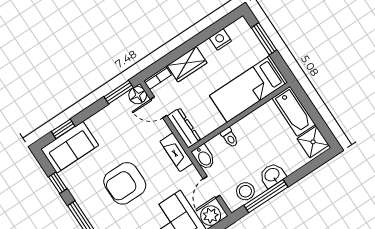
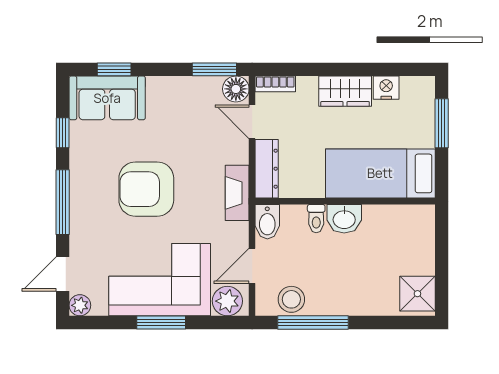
wardrobe: (187, 64) -> (345, 91), moved
bathtub: (294, 111) -> (419, 239), removed
washbasin: (272, 175) -> (344, 219), moved, turned 180

